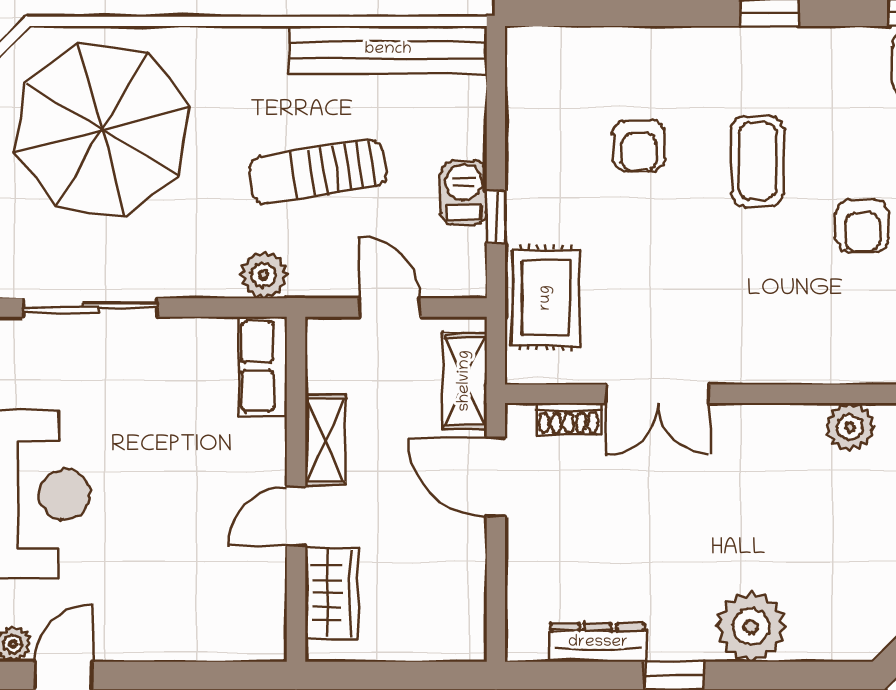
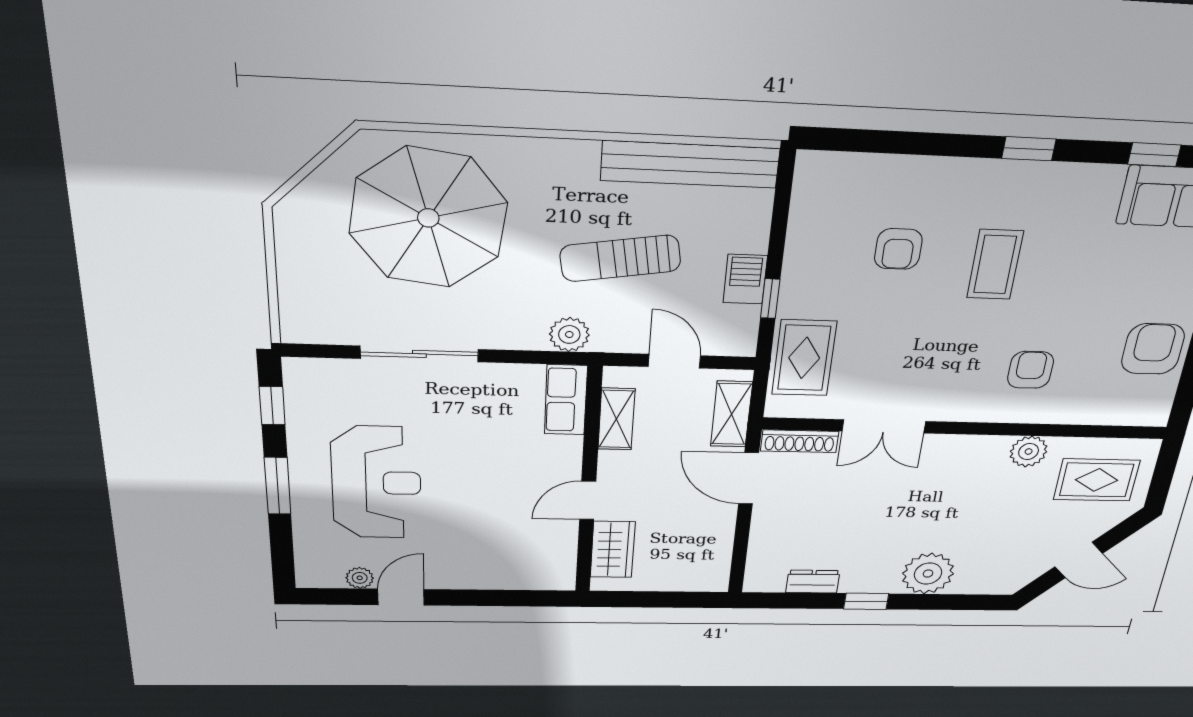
armchair: (862, 226) -> (1030, 370), moved, turned 180
shoe rack: (568, 419) -> (800, 441), width x1.43
shelving: (325, 440) -> (616, 419), moved
dresser: (598, 643) -> (813, 582), width x0.70

